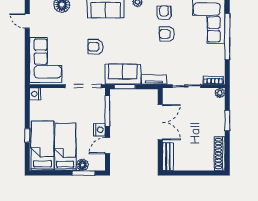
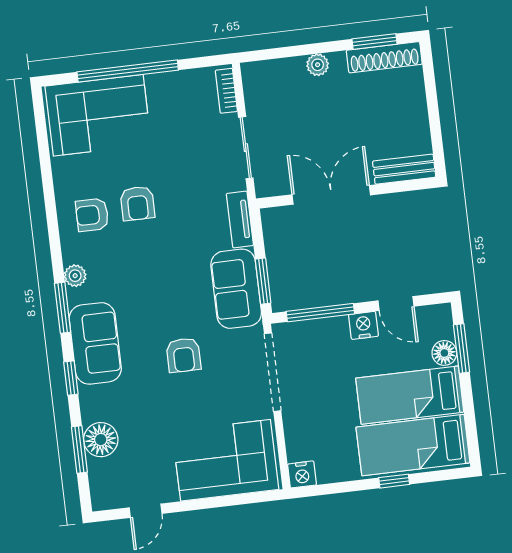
plant: (220, 93) -> (318, 65), moved
window: (227, 121) -> (375, 42), moved

